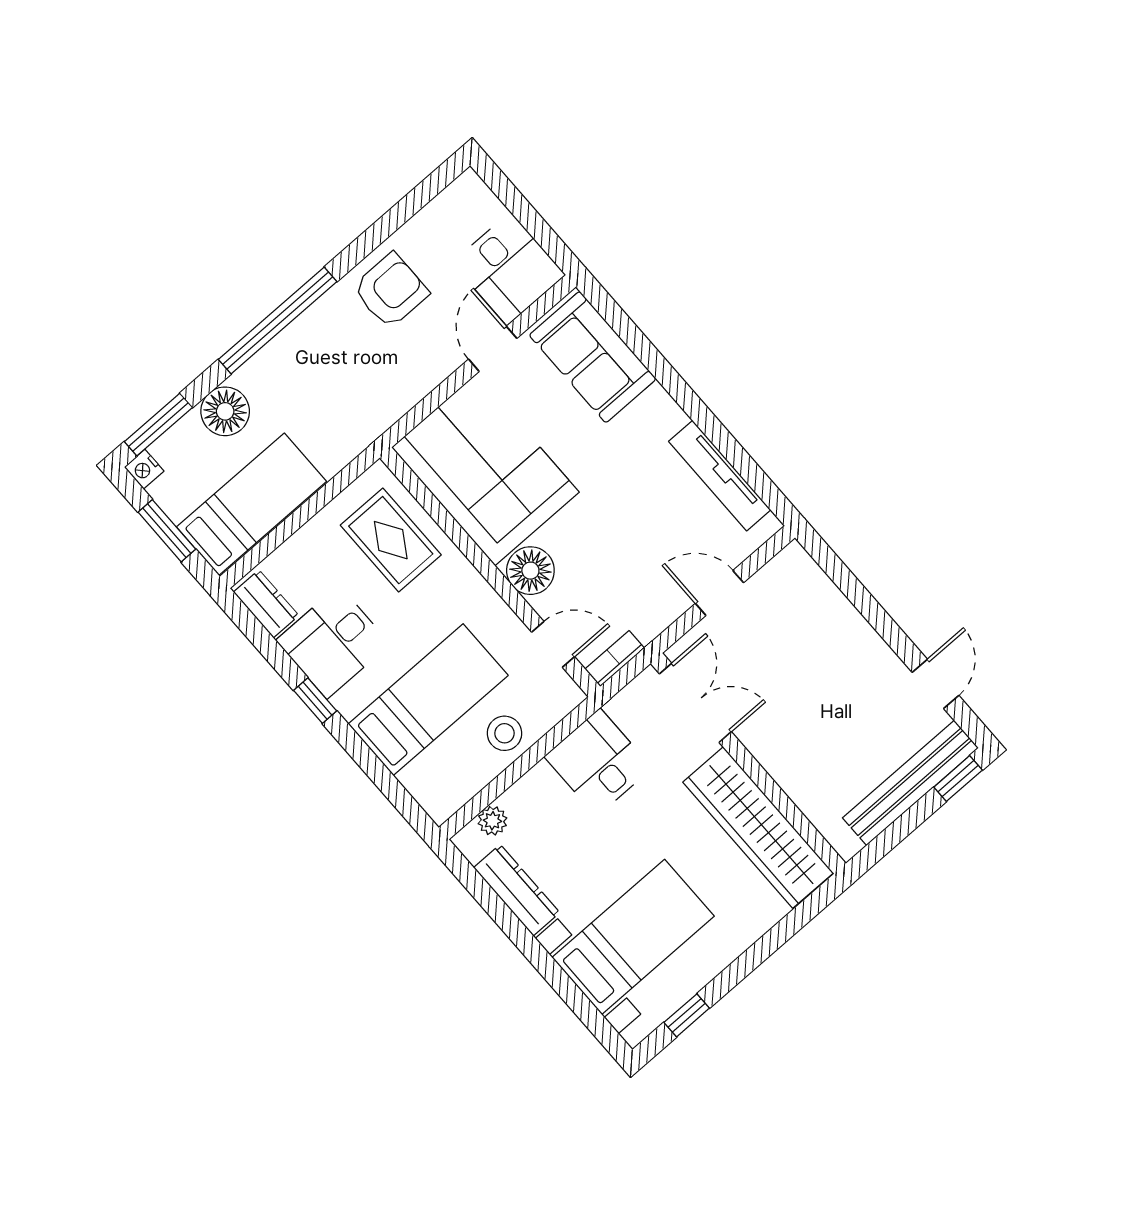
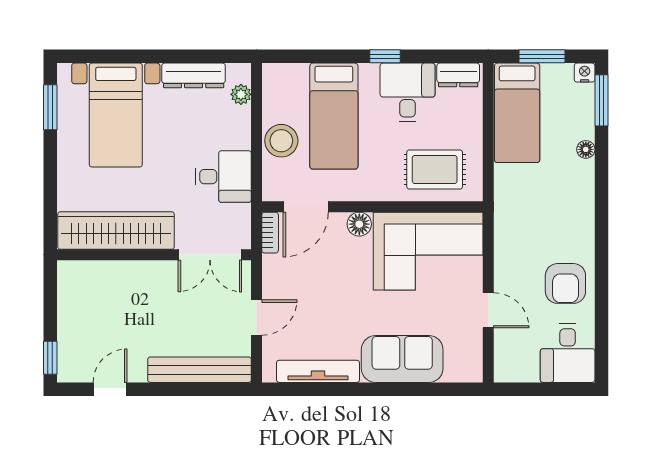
desk: (509, 269) -> (568, 353), moved, turned -90
window: (278, 321) -> (601, 210), removed
sofa: (593, 357) -> (402, 359), moved
floor lamp: (225, 411) -> (586, 149), width x0.53, depth x0.53
floor lamp: (530, 571) -> (359, 224), width x0.73, depth x0.73
door: (553, 644) -> (306, 207), width x1.38
door: (935, 684) -> (110, 389), swing flipped
stool: (505, 733) -> (281, 141), width x1.38, depth x1.38
bench: (910, 783) -> (200, 370), moved, turned 90
window: (687, 1015) -> (50, 107), width x1.50

